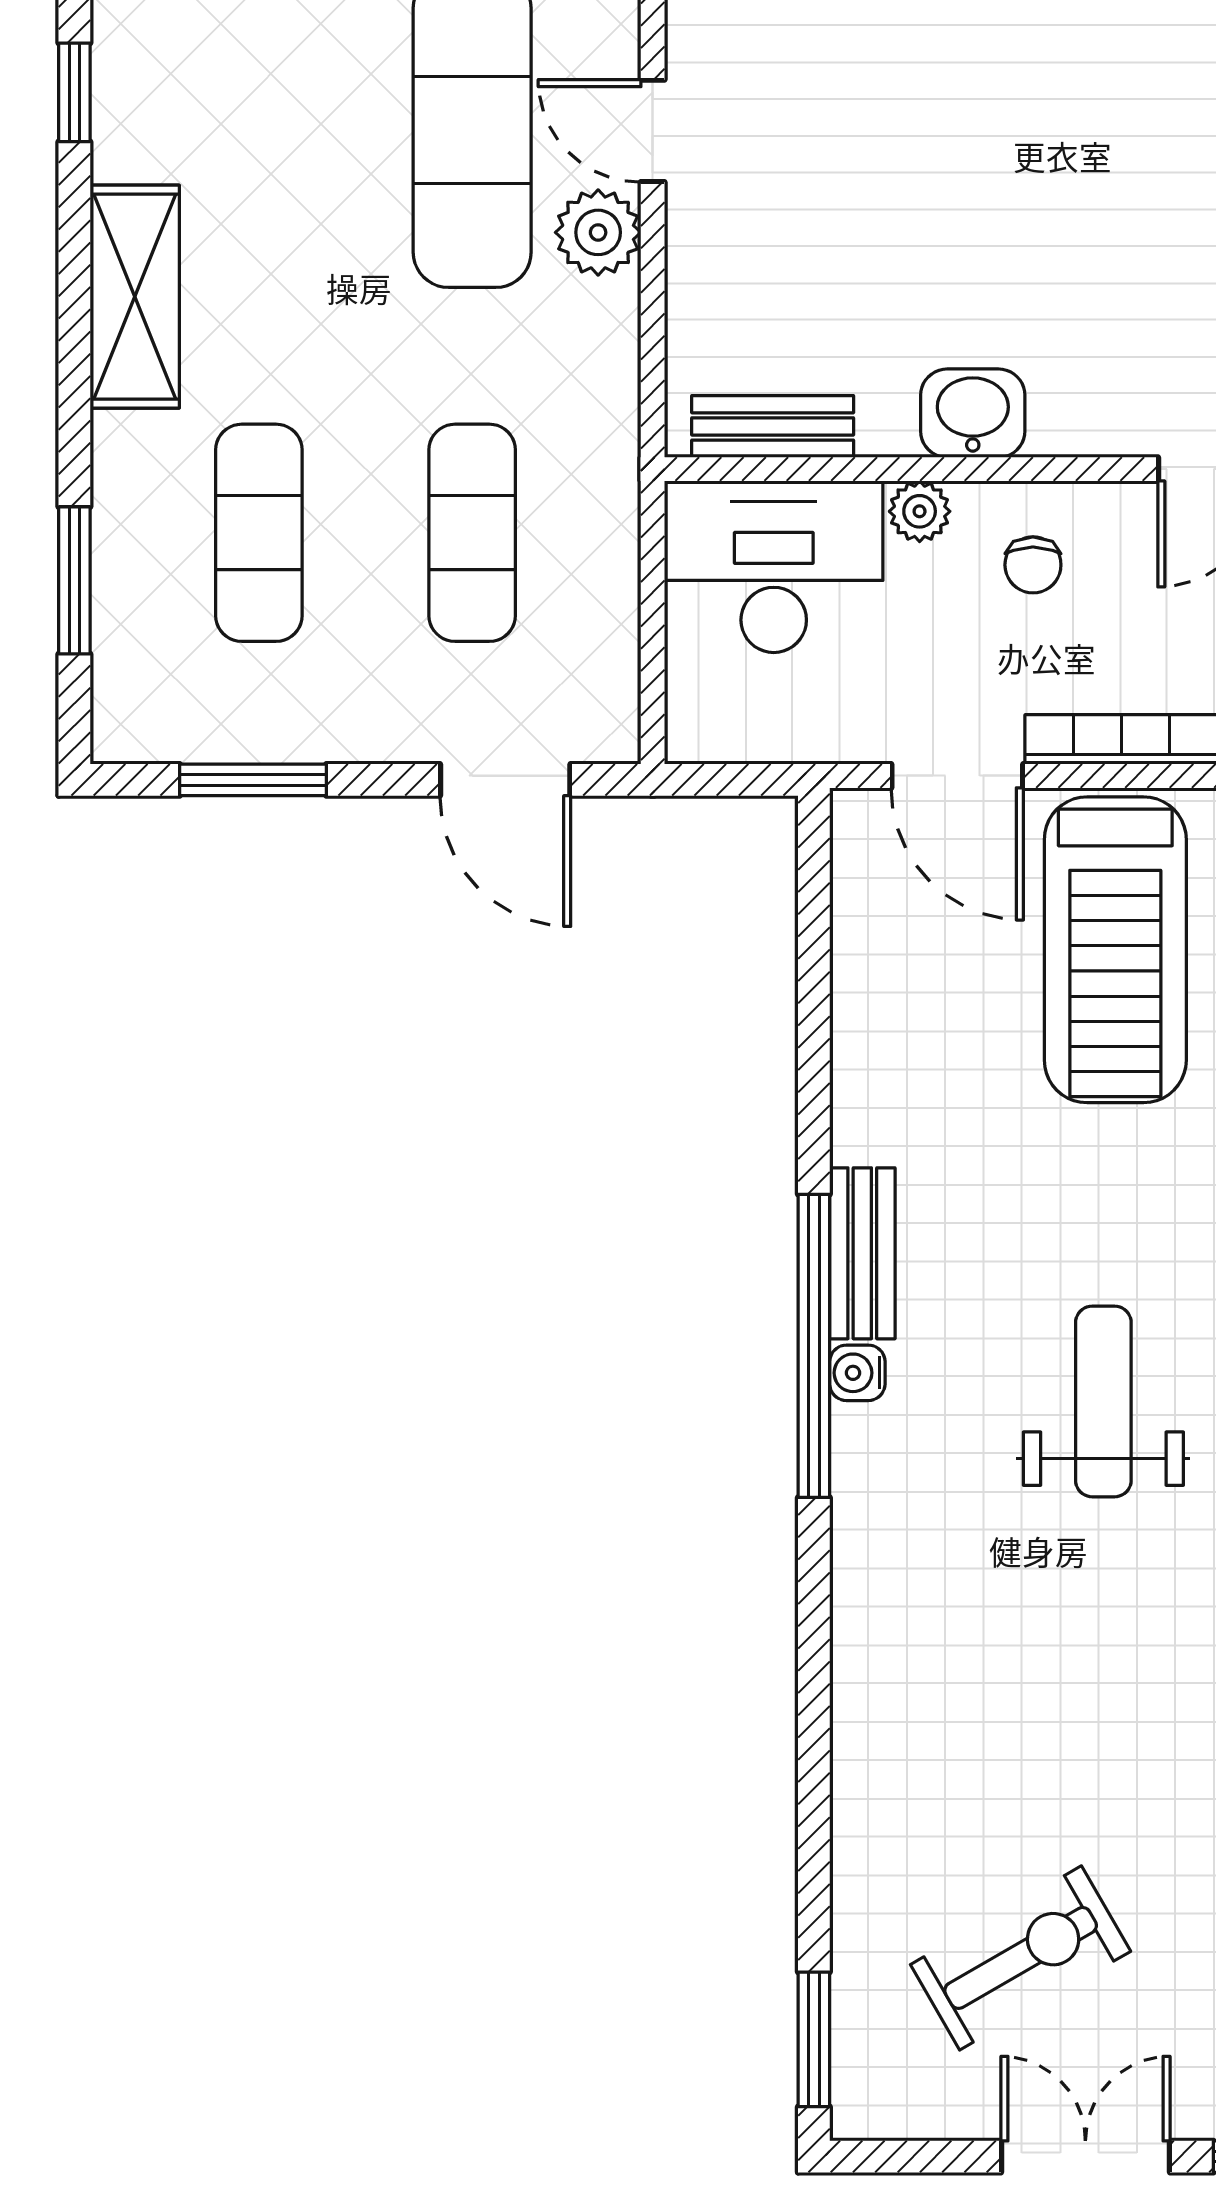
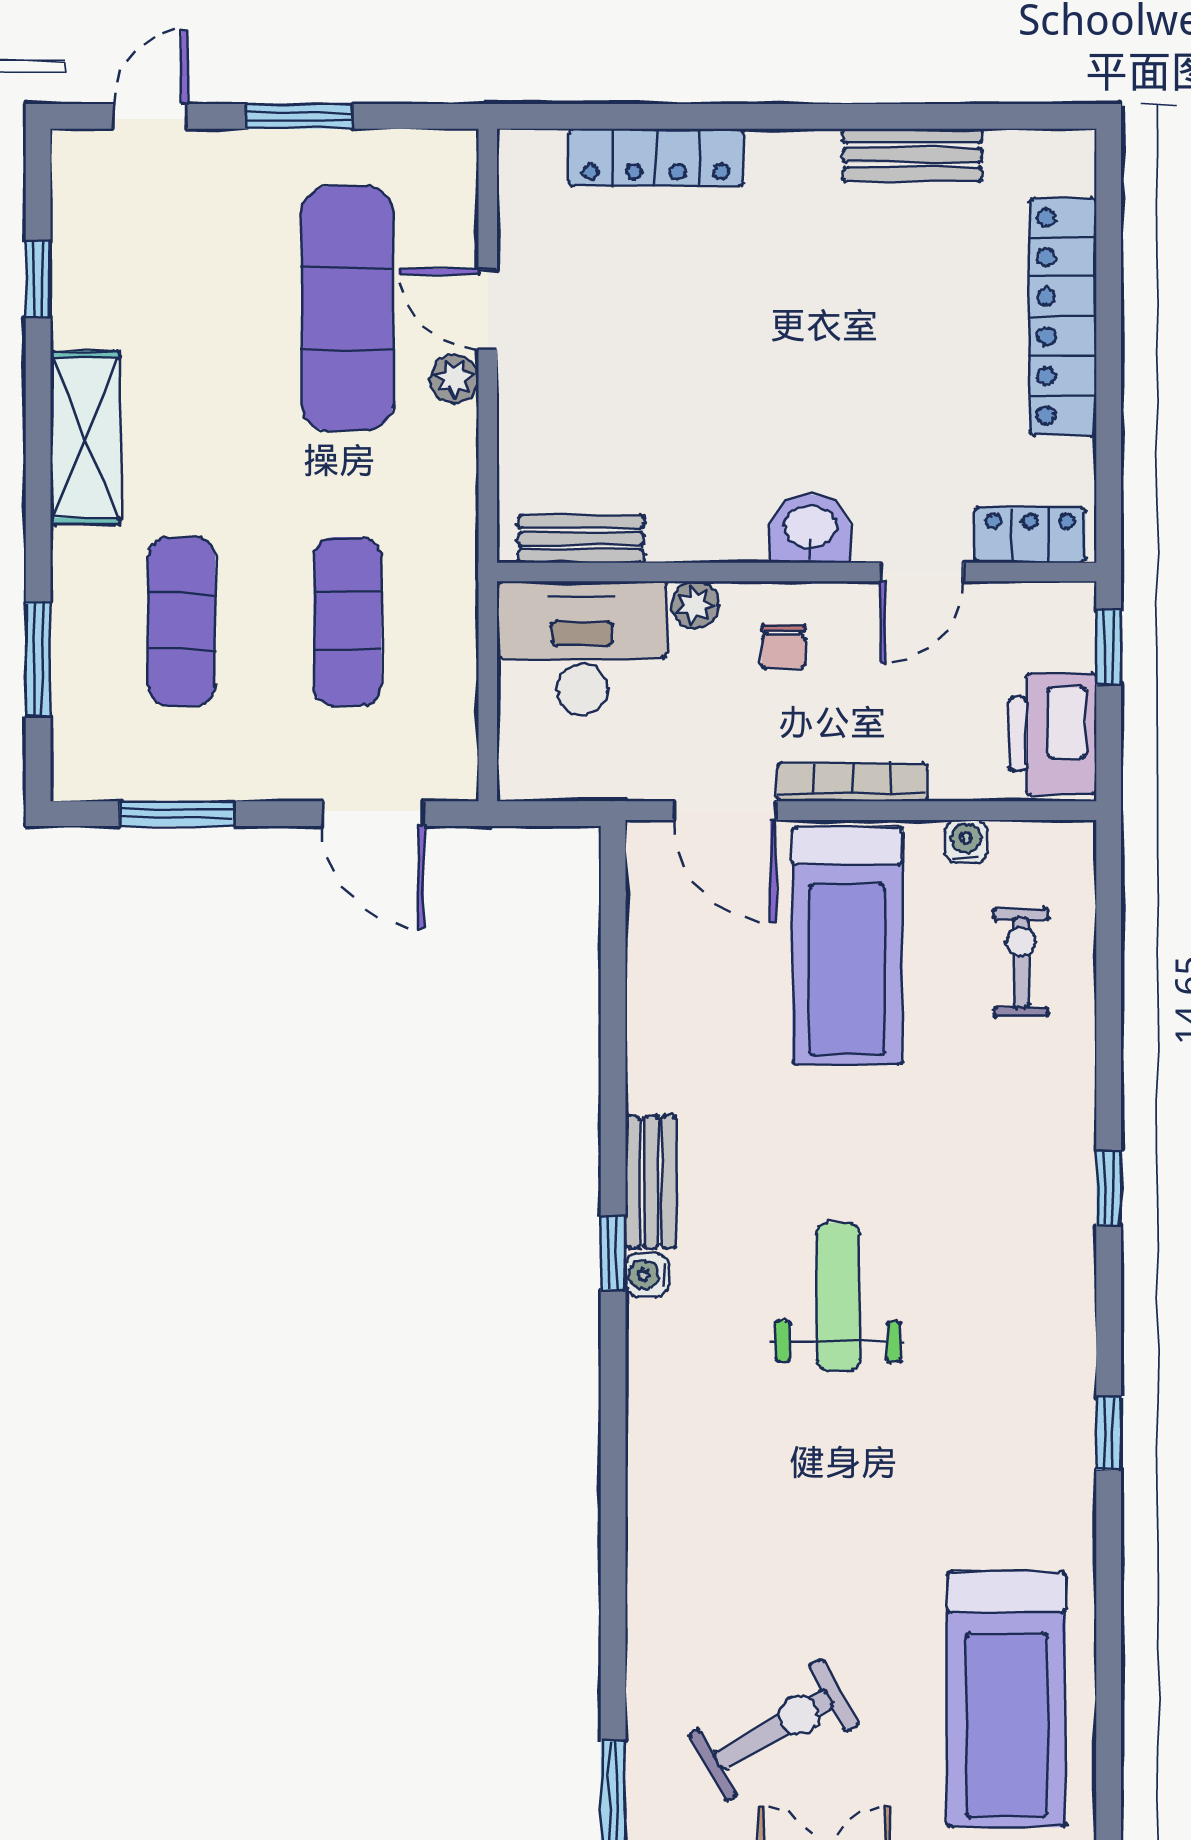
plant: (598, 232) -> (454, 379), width x0.73, depth x0.73
washbasin: (973, 413) -> (810, 529), moved
window: (814, 1346) -> (613, 1254), width x0.32

